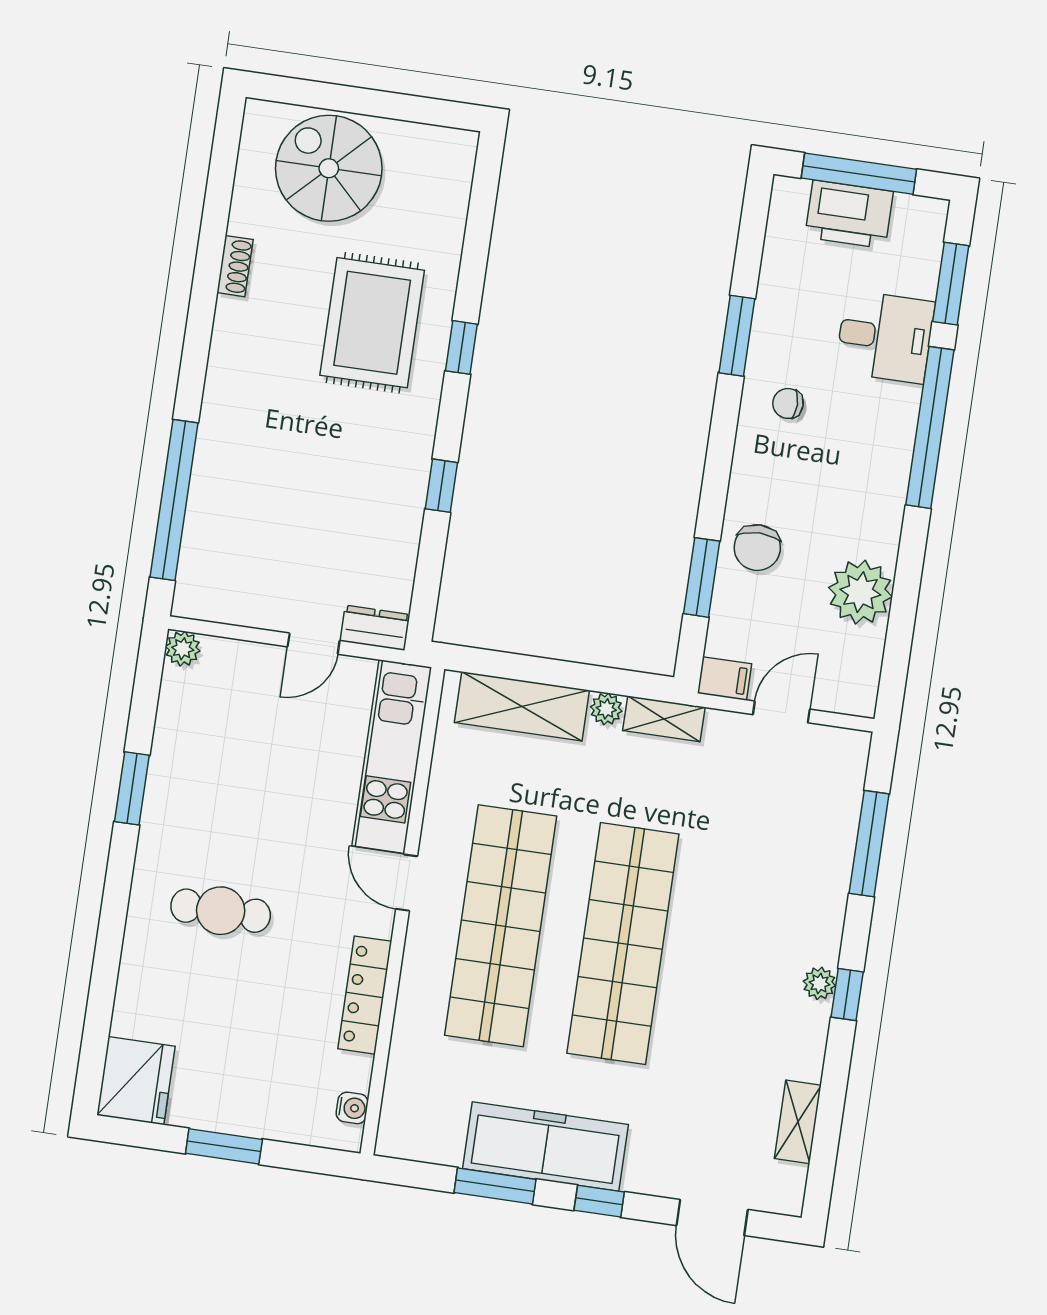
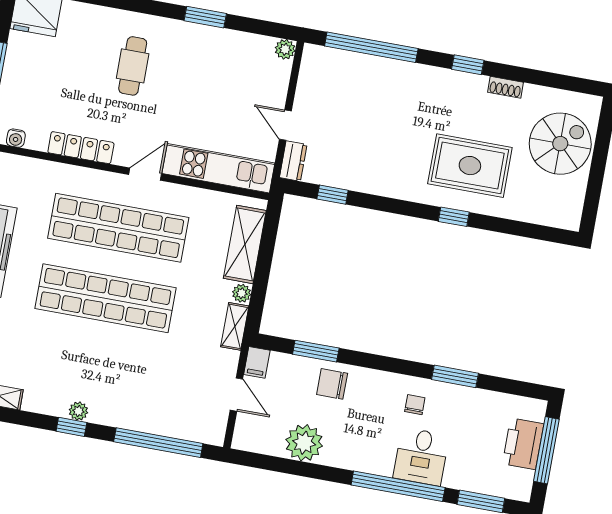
window: (198, 333) -> (468, 65), added
desk: (885, 337) -> (421, 457), moved
window: (441, 486) -> (333, 195), moved
window: (869, 844) -> (158, 443), width x1.46

